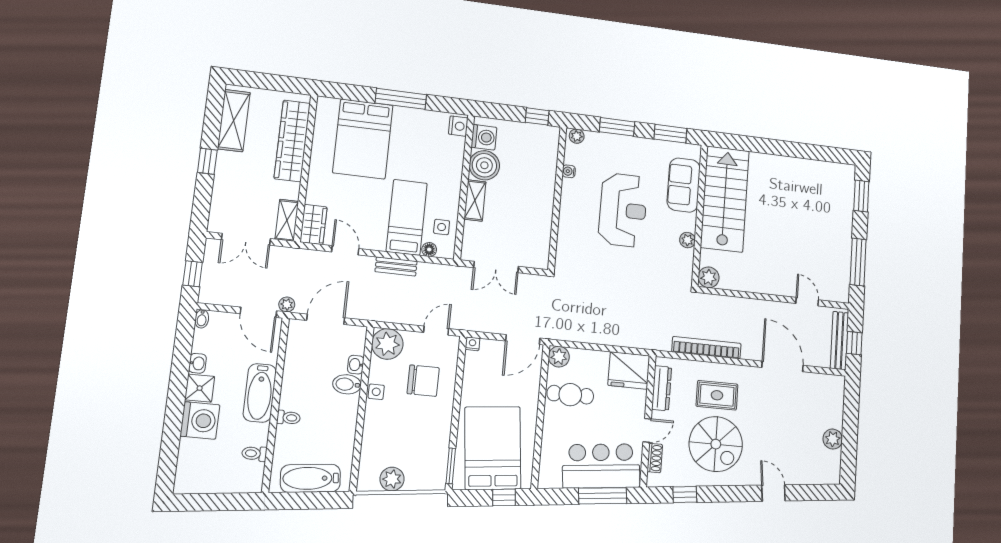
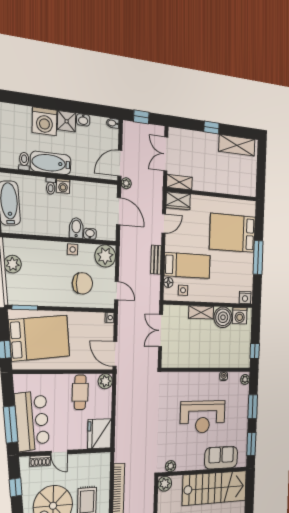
wardrobe: (292, 141) -> (228, 185), removed
plant: (687, 240) -> (171, 466), moved
chair: (423, 381) -> (82, 283), turned -90
dresser: (662, 388) -> (89, 459), removed
bathtub: (260, 393) -> (51, 163), moved
washing machine: (289, 400) -> (63, 186), added

